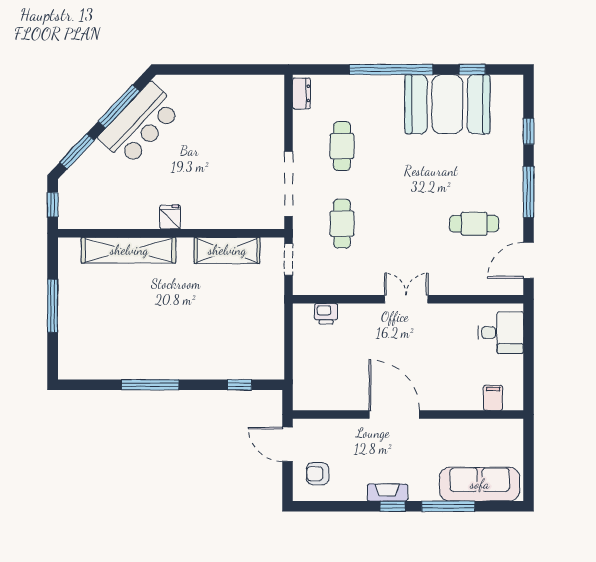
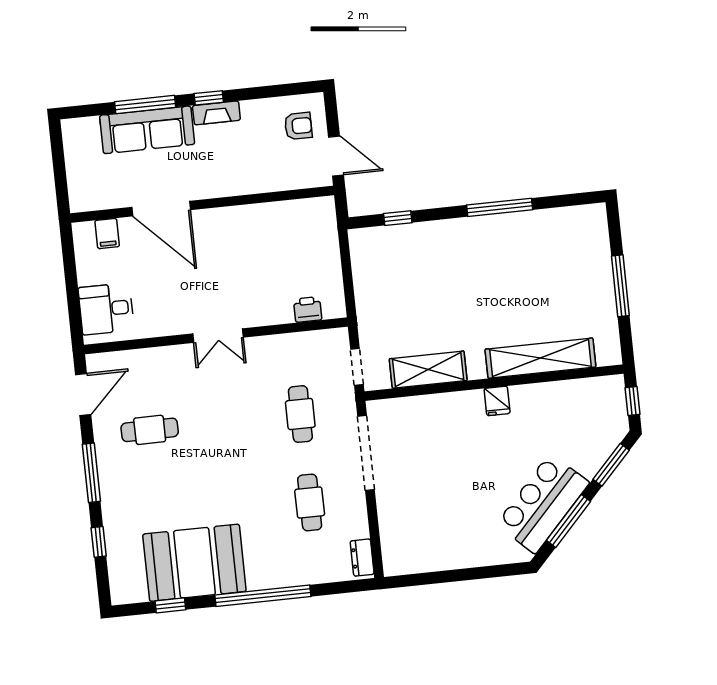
door: (394, 415) -> (161, 209), moved
sofa: (480, 484) -> (147, 130), moved

